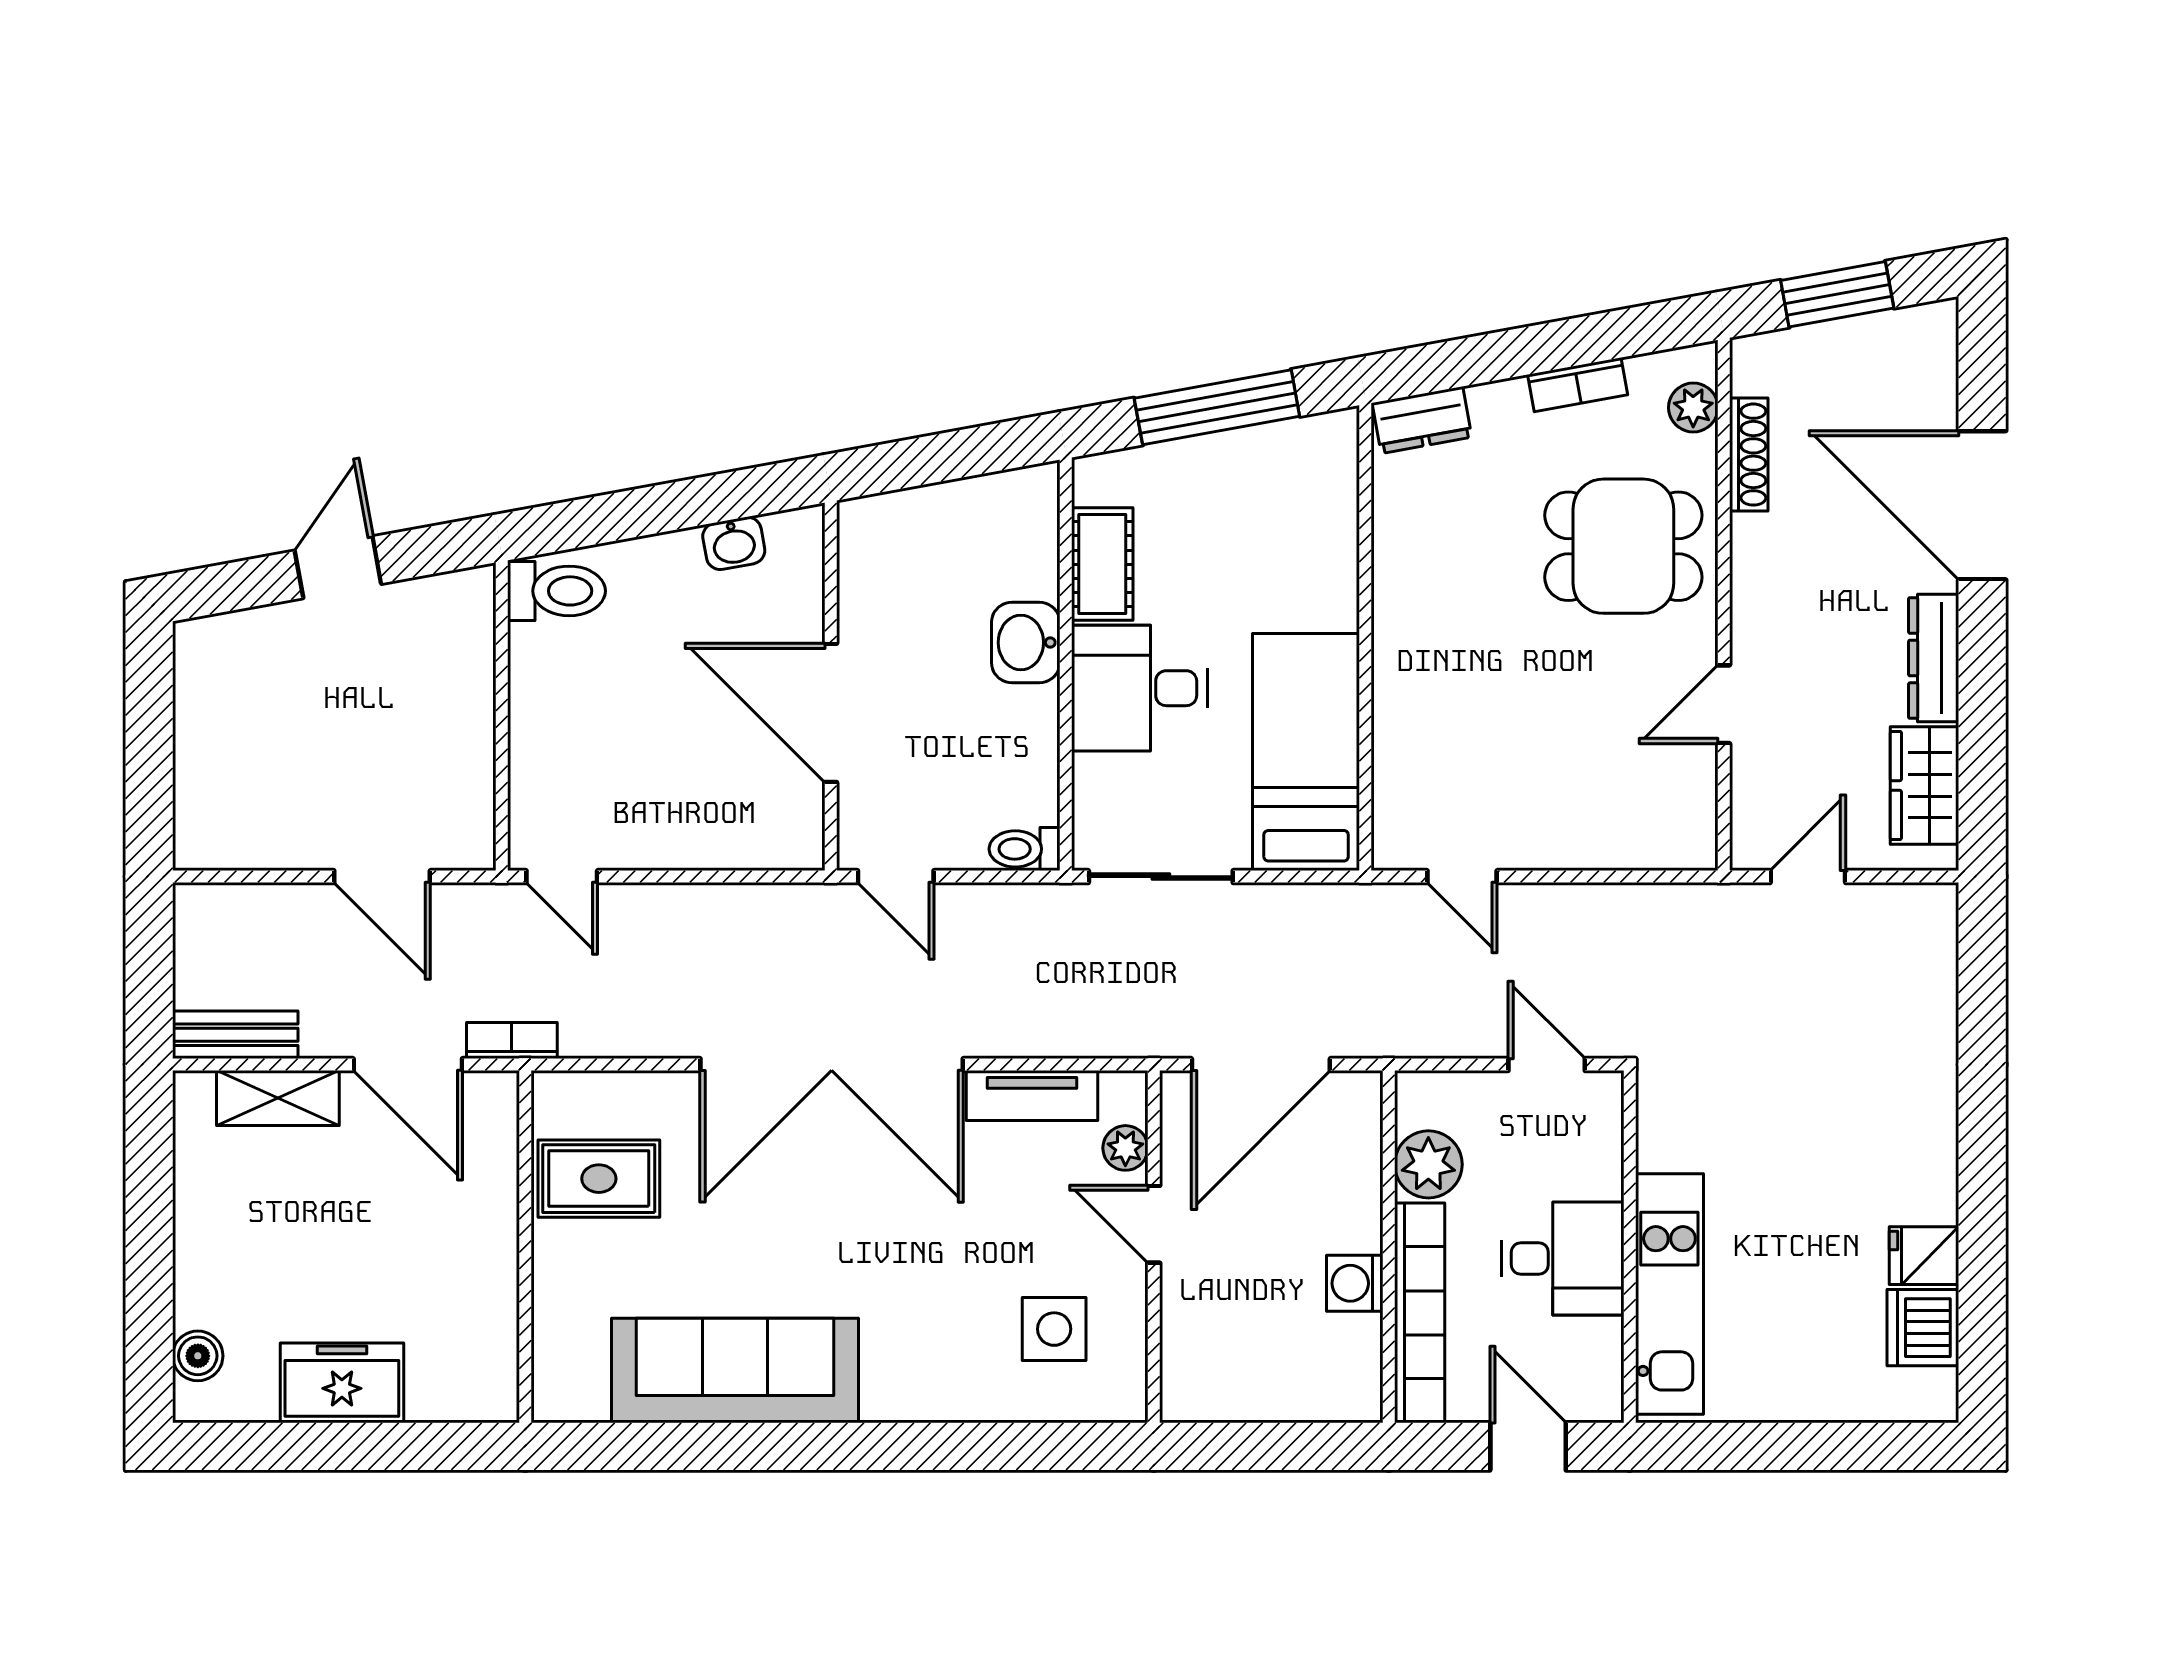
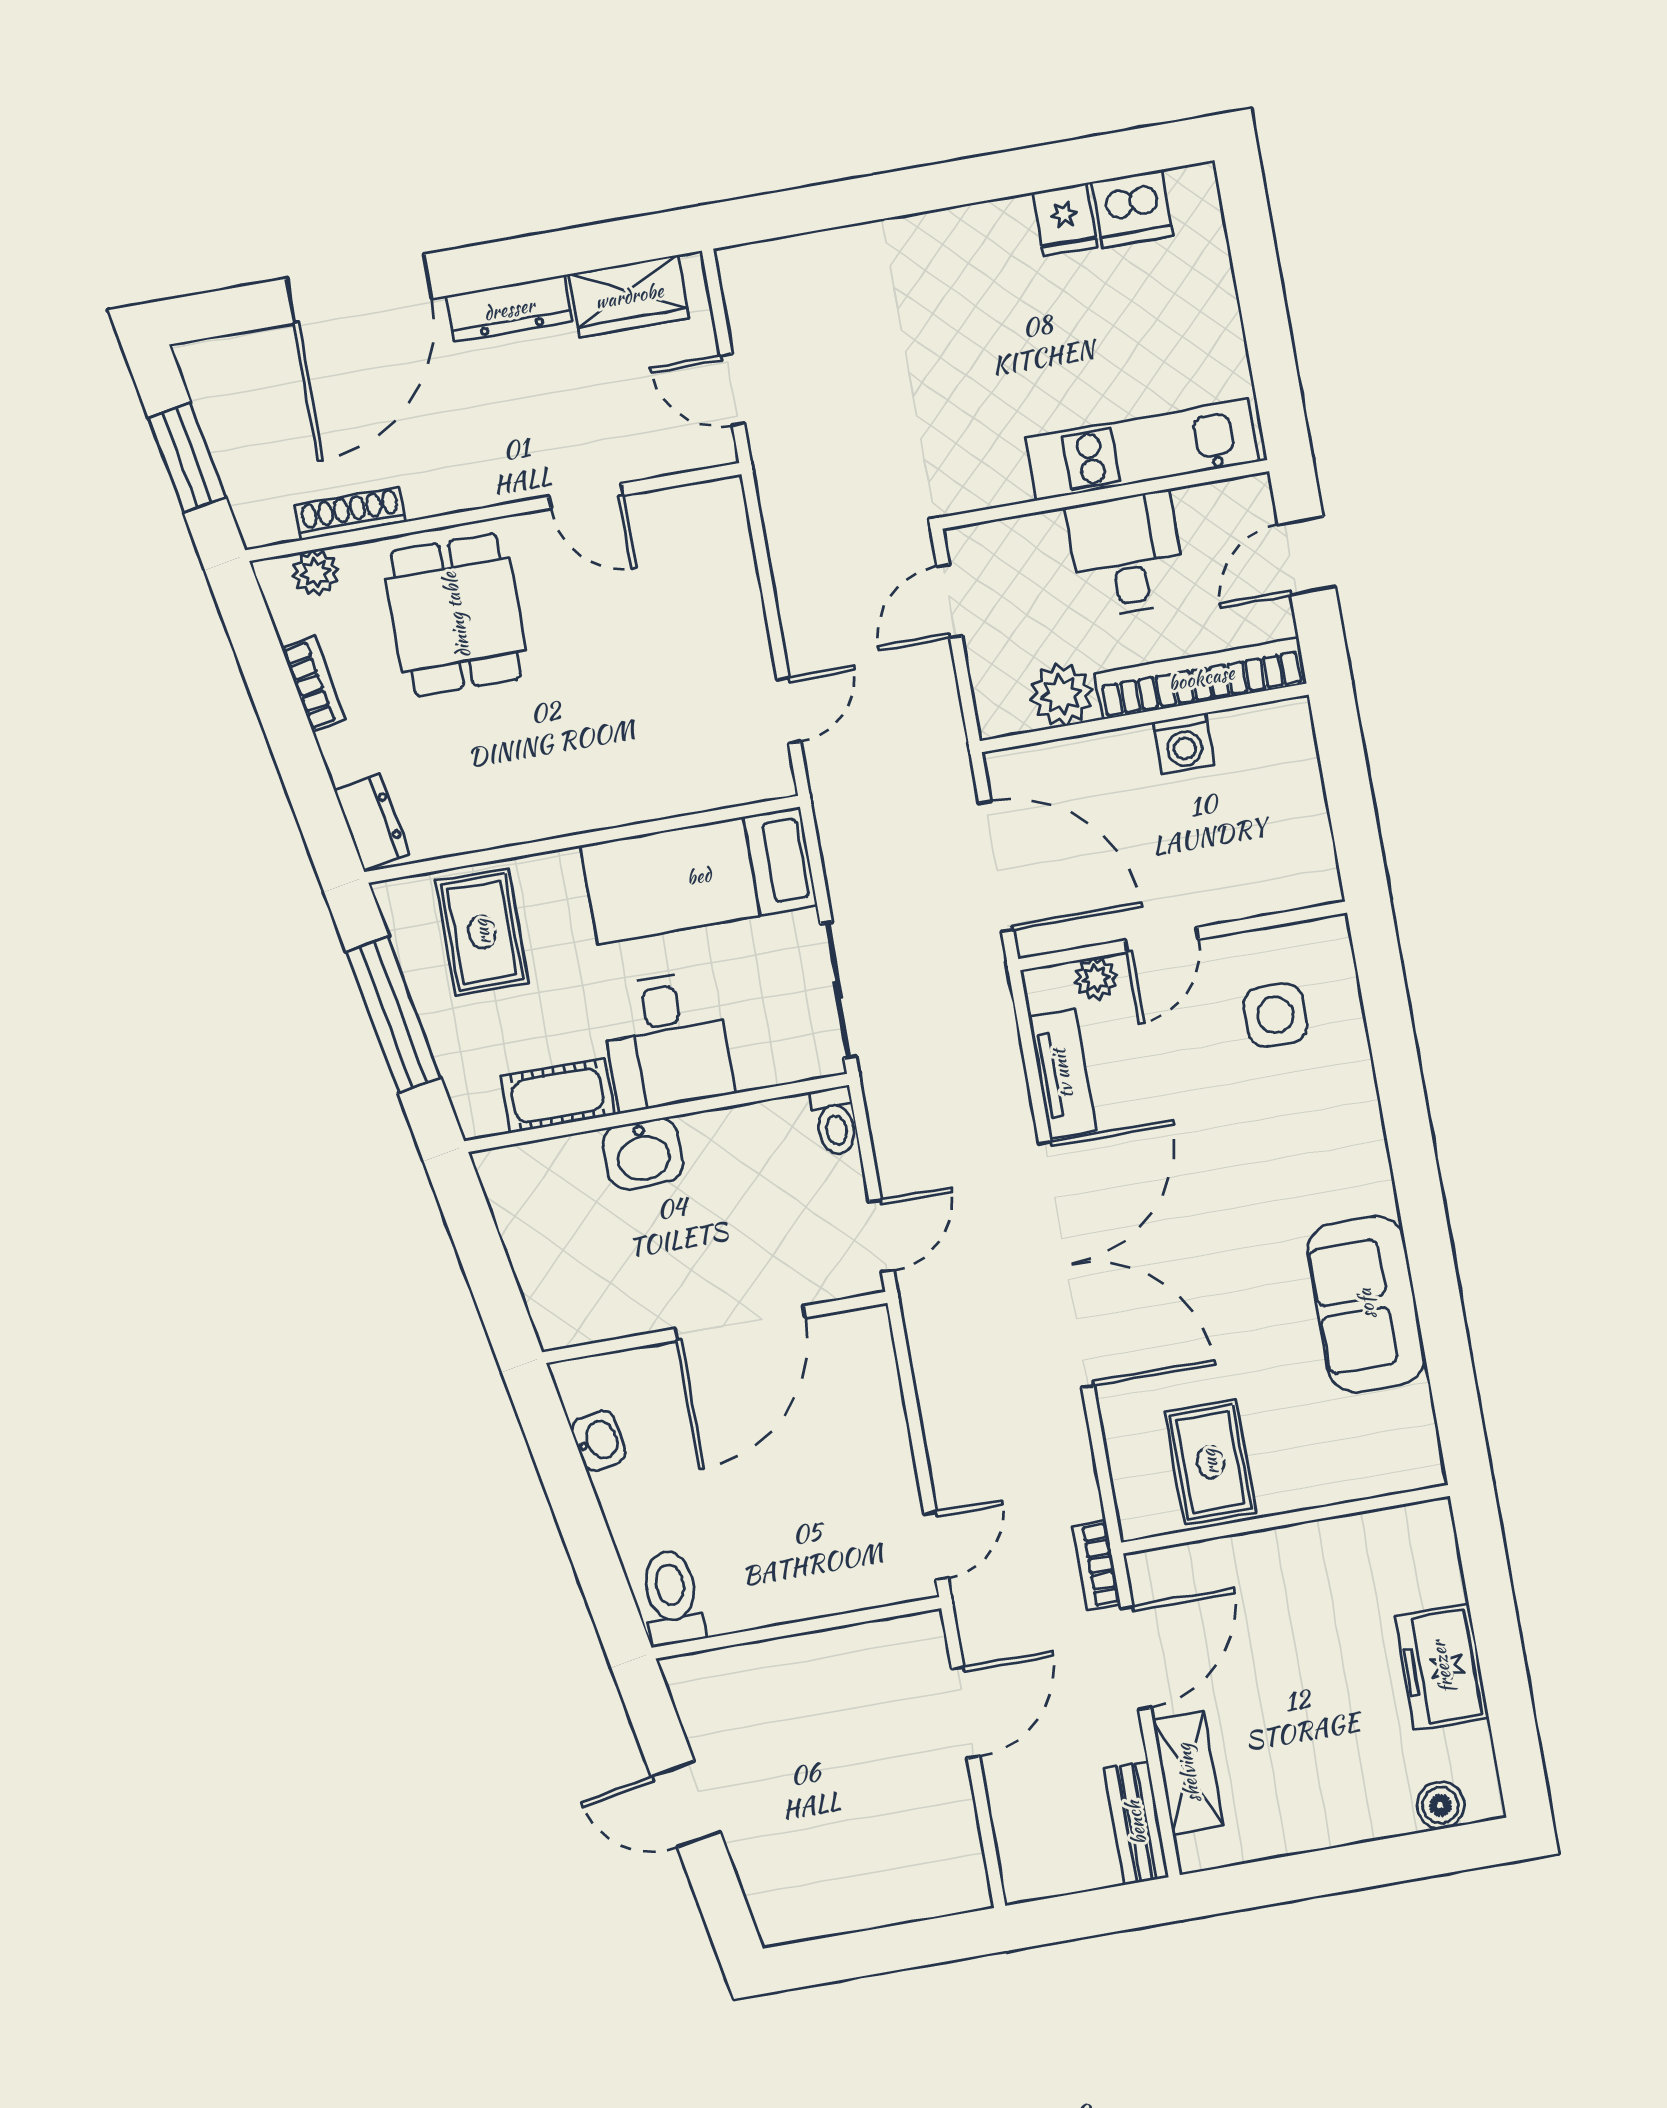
rug: (1287, 515) -> (482, 932), added
sofa: (735, 1370) -> (1366, 1304), width x0.73

